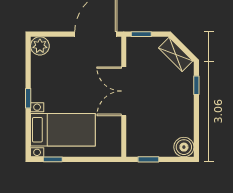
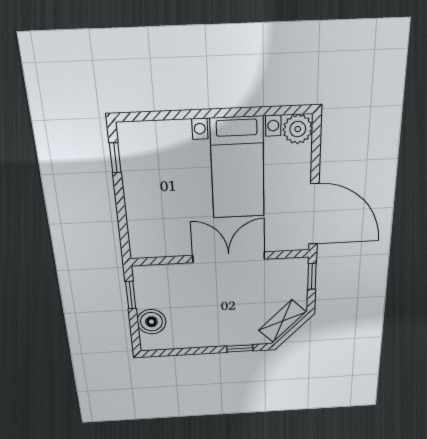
window: (28, 98) -> (212, 113), removed
bed with nightstands: (63, 130) -> (238, 168), moved
boiler: (184, 147) -> (151, 322), moved

